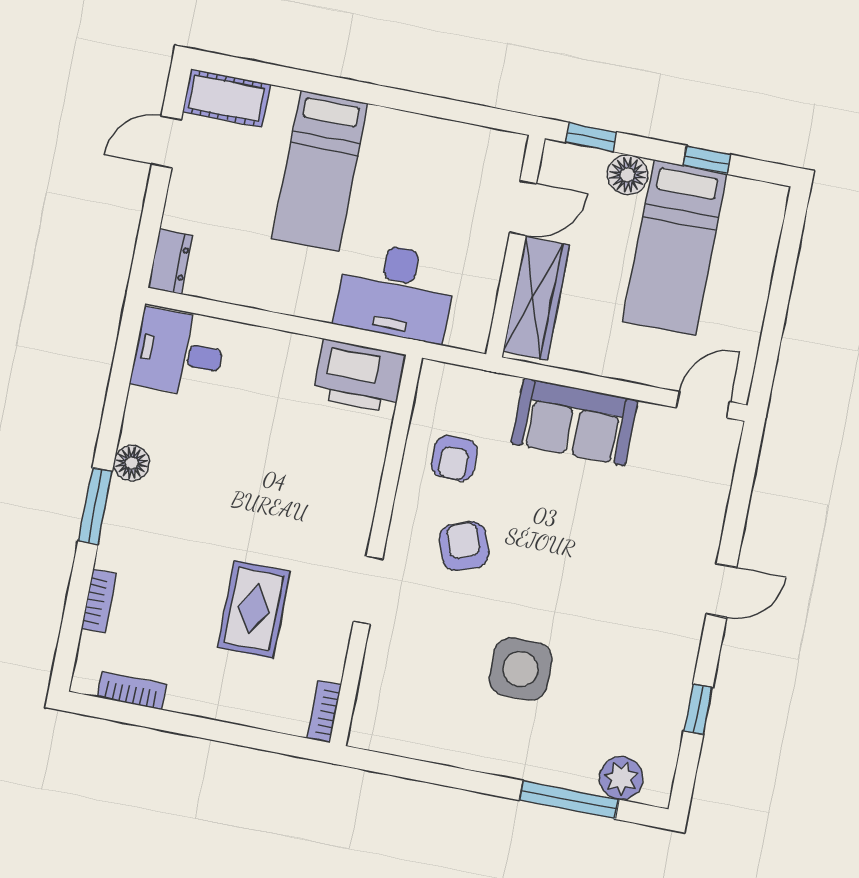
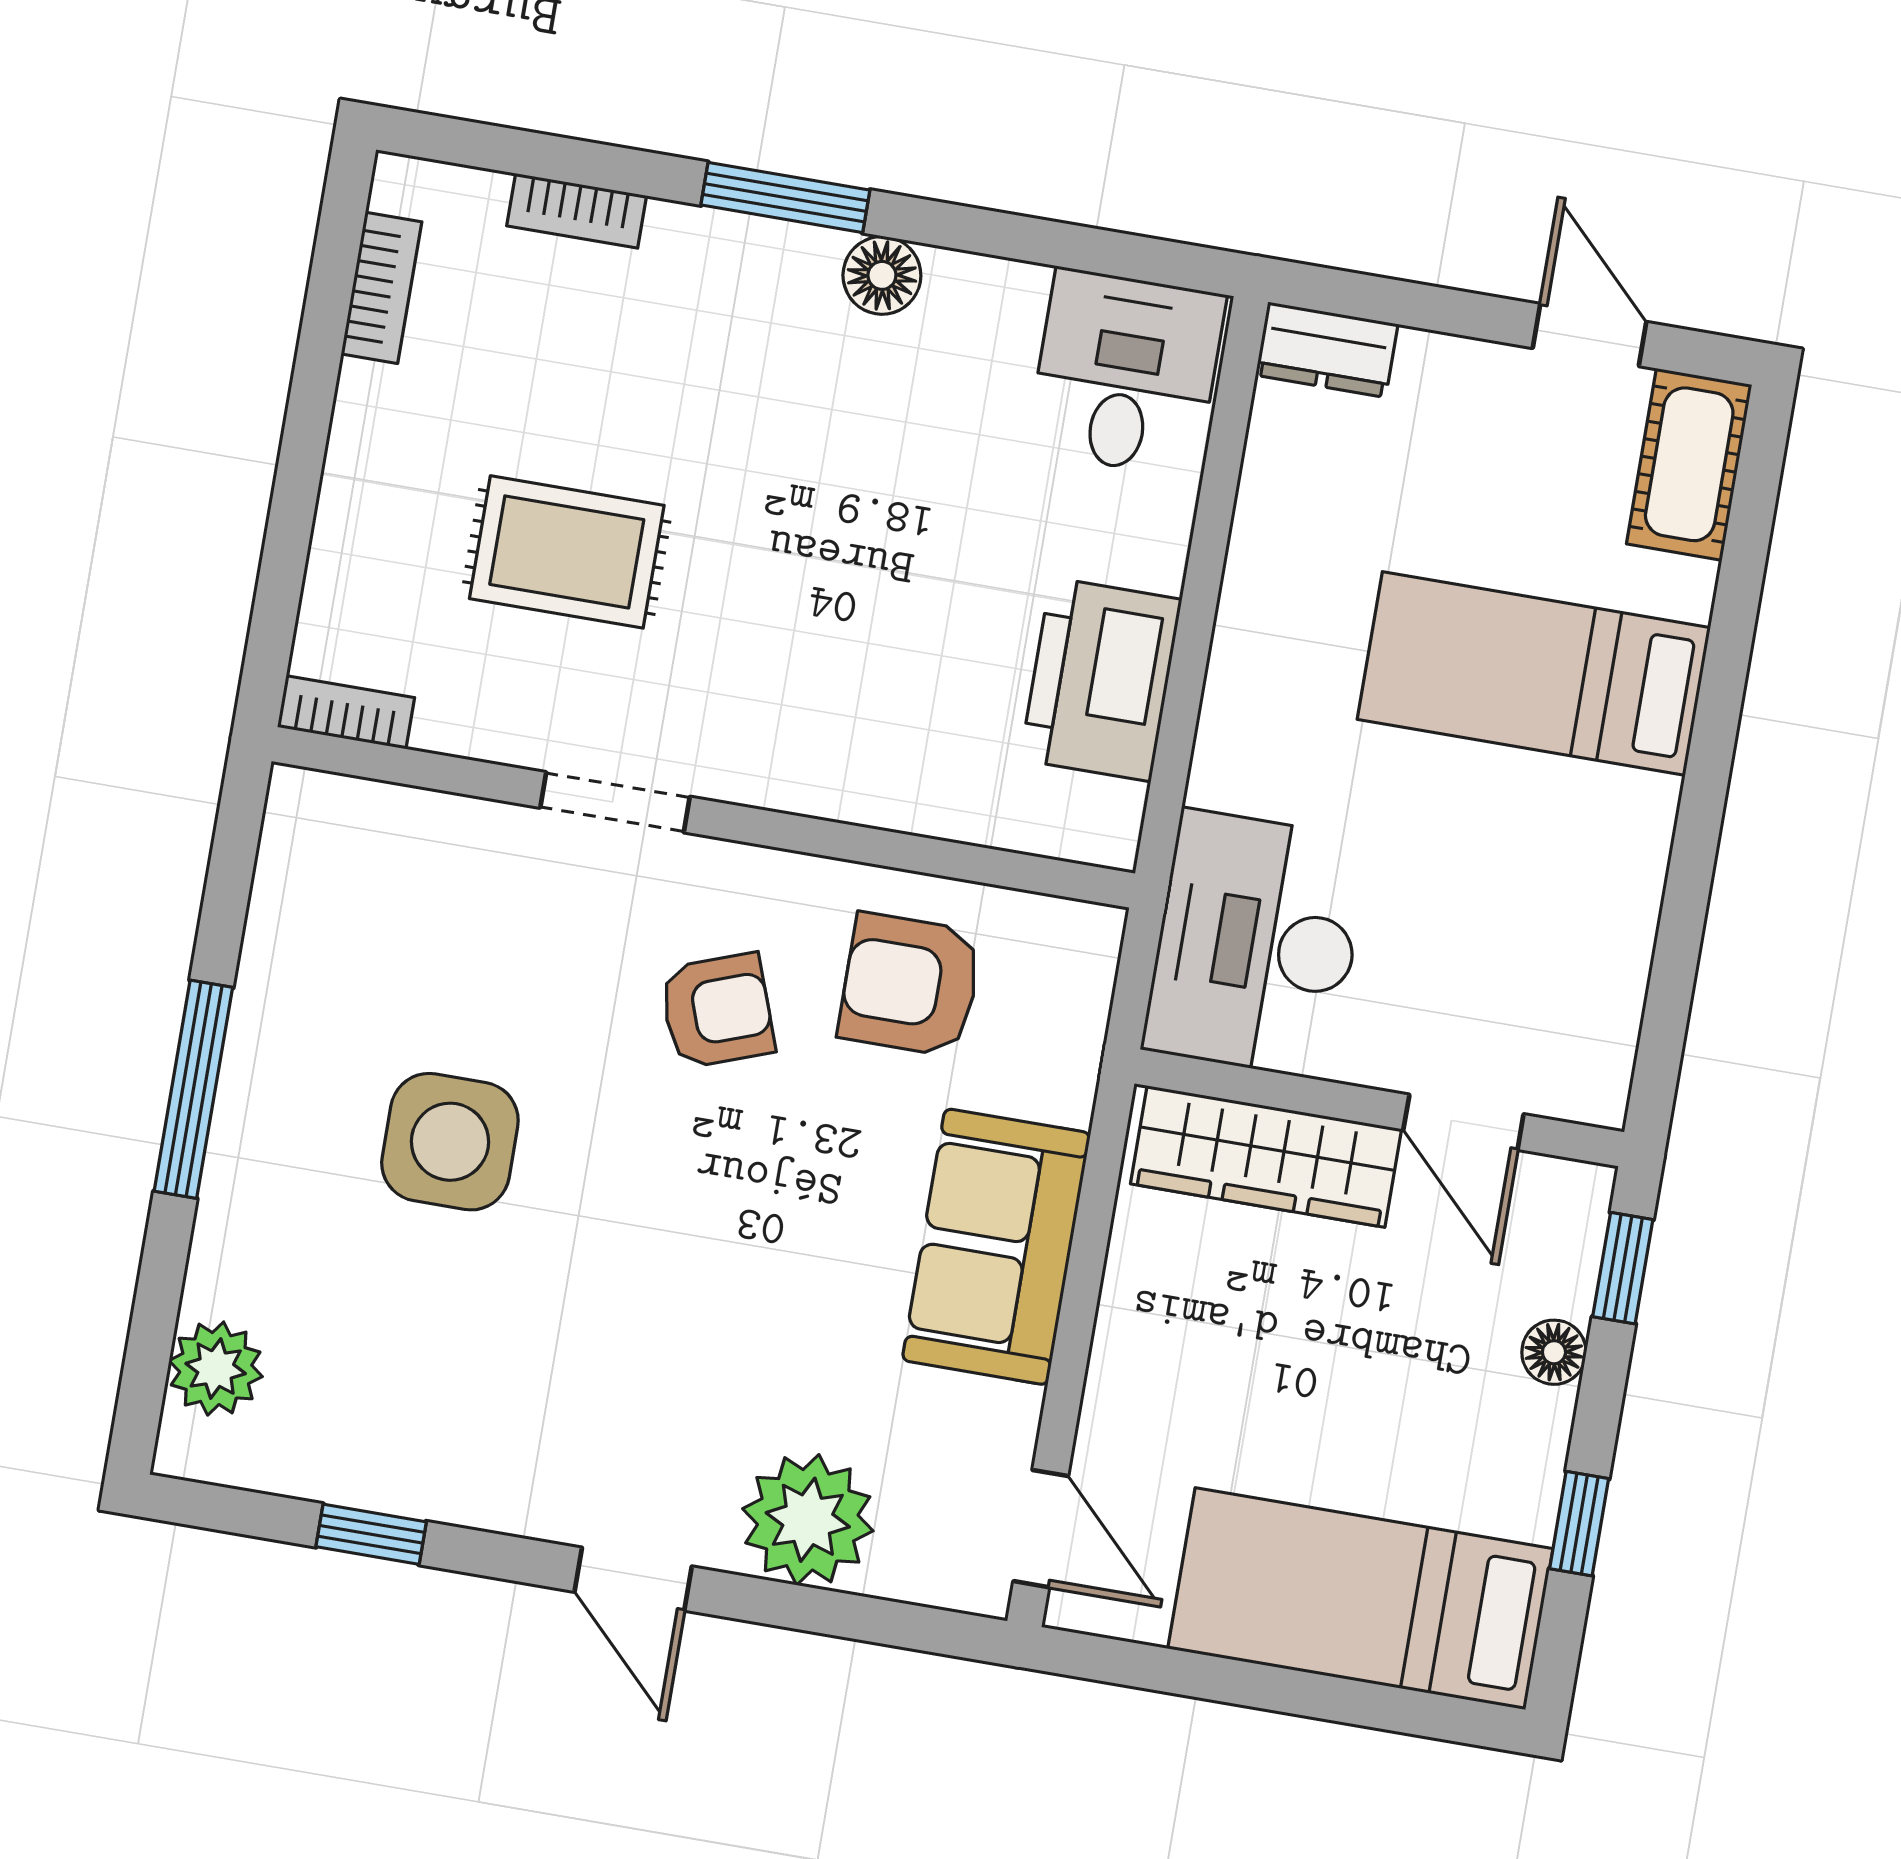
floor lamp: (628, 175) -> (1554, 1352), width x0.73, depth x0.73
bed: (675, 248) -> (1360, 1599), moved
desk: (396, 292) -> (1256, 944), moved
printer: (359, 376) -> (1101, 679), moved
armchair: (454, 458) -> (910, 985), width x1.38, depth x1.38
plant: (696, 511) -> (808, 1520), added
window: (569, 800) -> (193, 1089), moved

